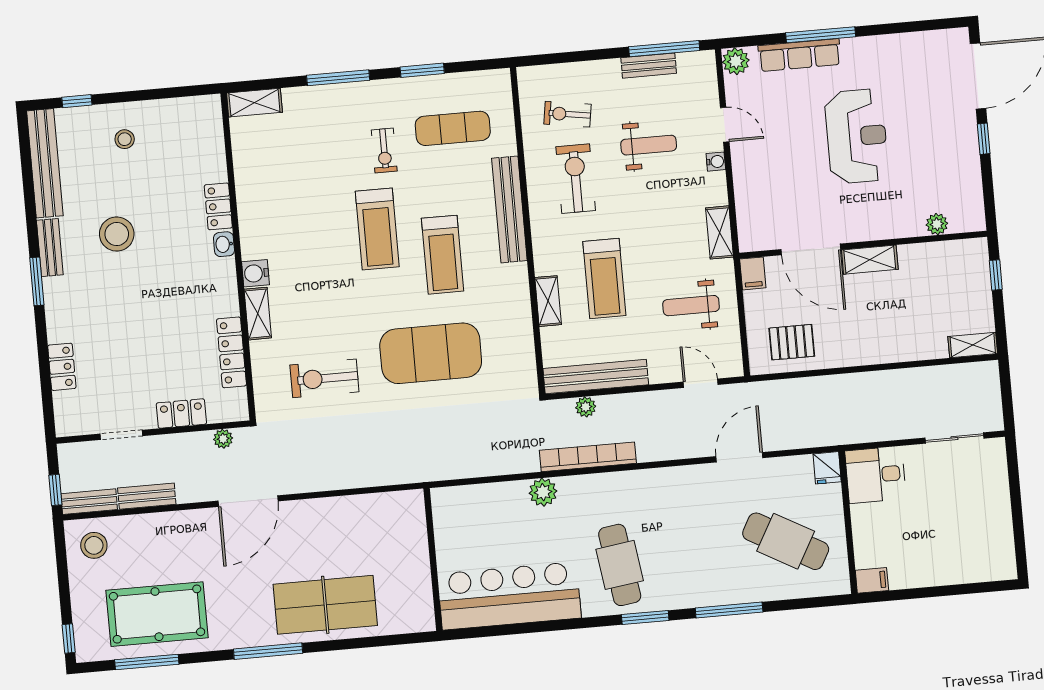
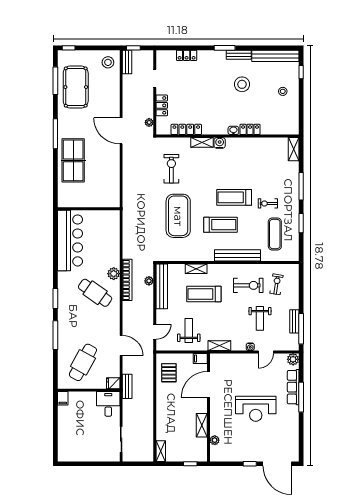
treadmill: (443, 255) -> (220, 225), turned 180
shelving: (870, 260) -> (202, 425), moved
plant: (543, 492) -> (114, 274), moved
bench: (147, 496) -> (127, 386), moved
cafe table: (620, 565) -> (95, 293), moved, turned 43

